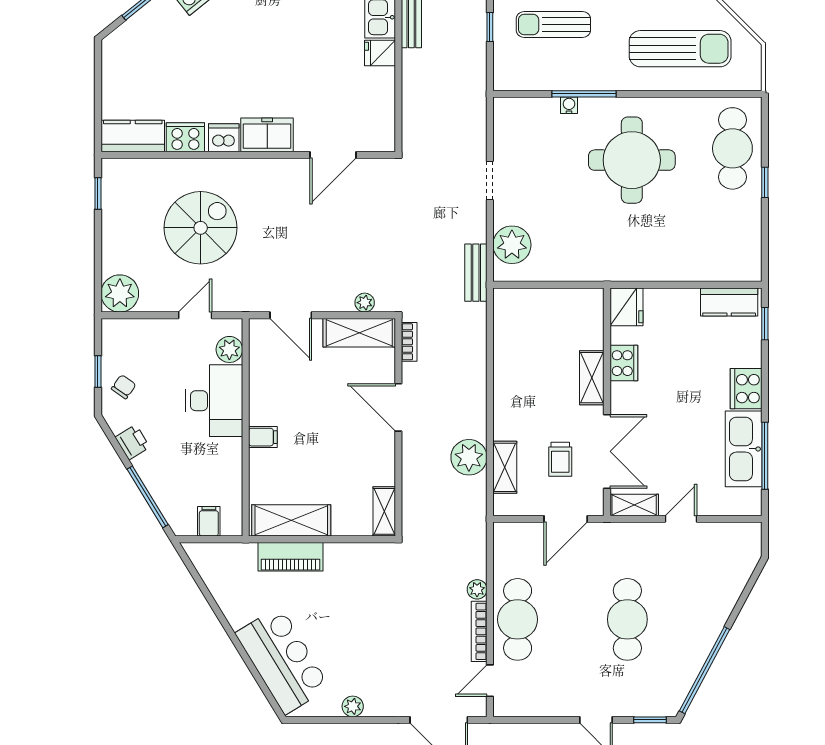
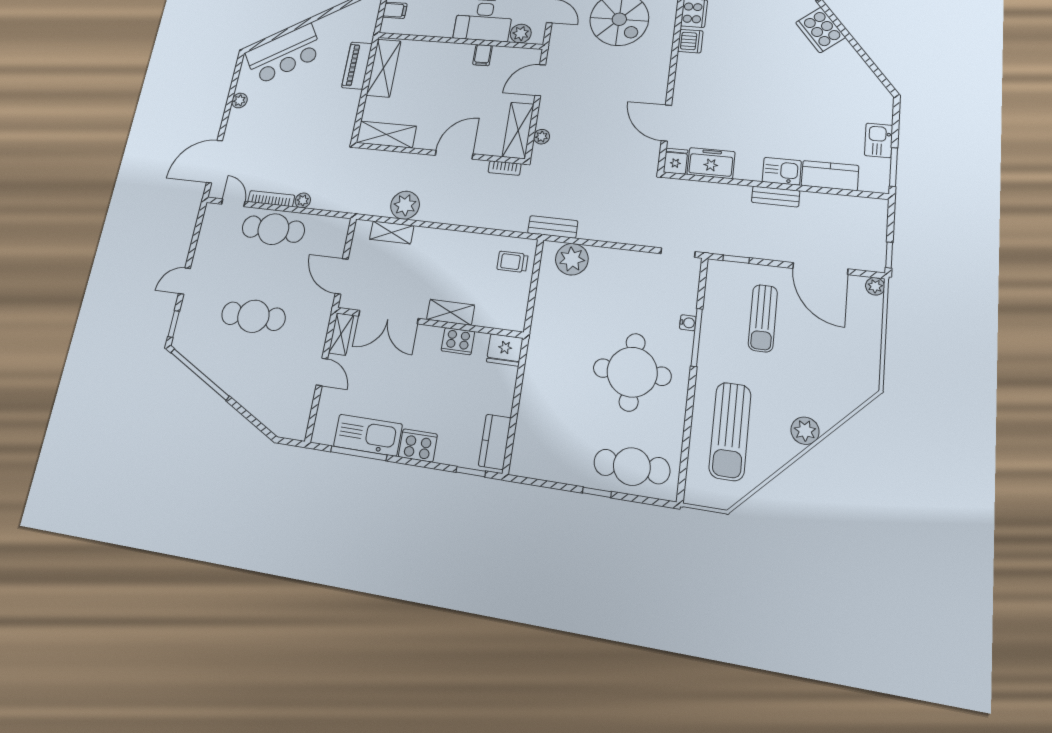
sun lounger: (553, 24) -> (763, 318), turned 180
window: (490, 27) -> (736, 259), moved
fridge: (380, 53) -> (676, 161), moved
freezer: (267, 135) -> (711, 163), moved, turned -90
doorway: (490, 180) -> (678, 253), moved
filing cabinet: (263, 437) -> (483, 55), moved
trolley: (560, 459) -> (512, 262), moved
shelving: (384, 511) -> (386, 134), width x1.50, depth x1.33

